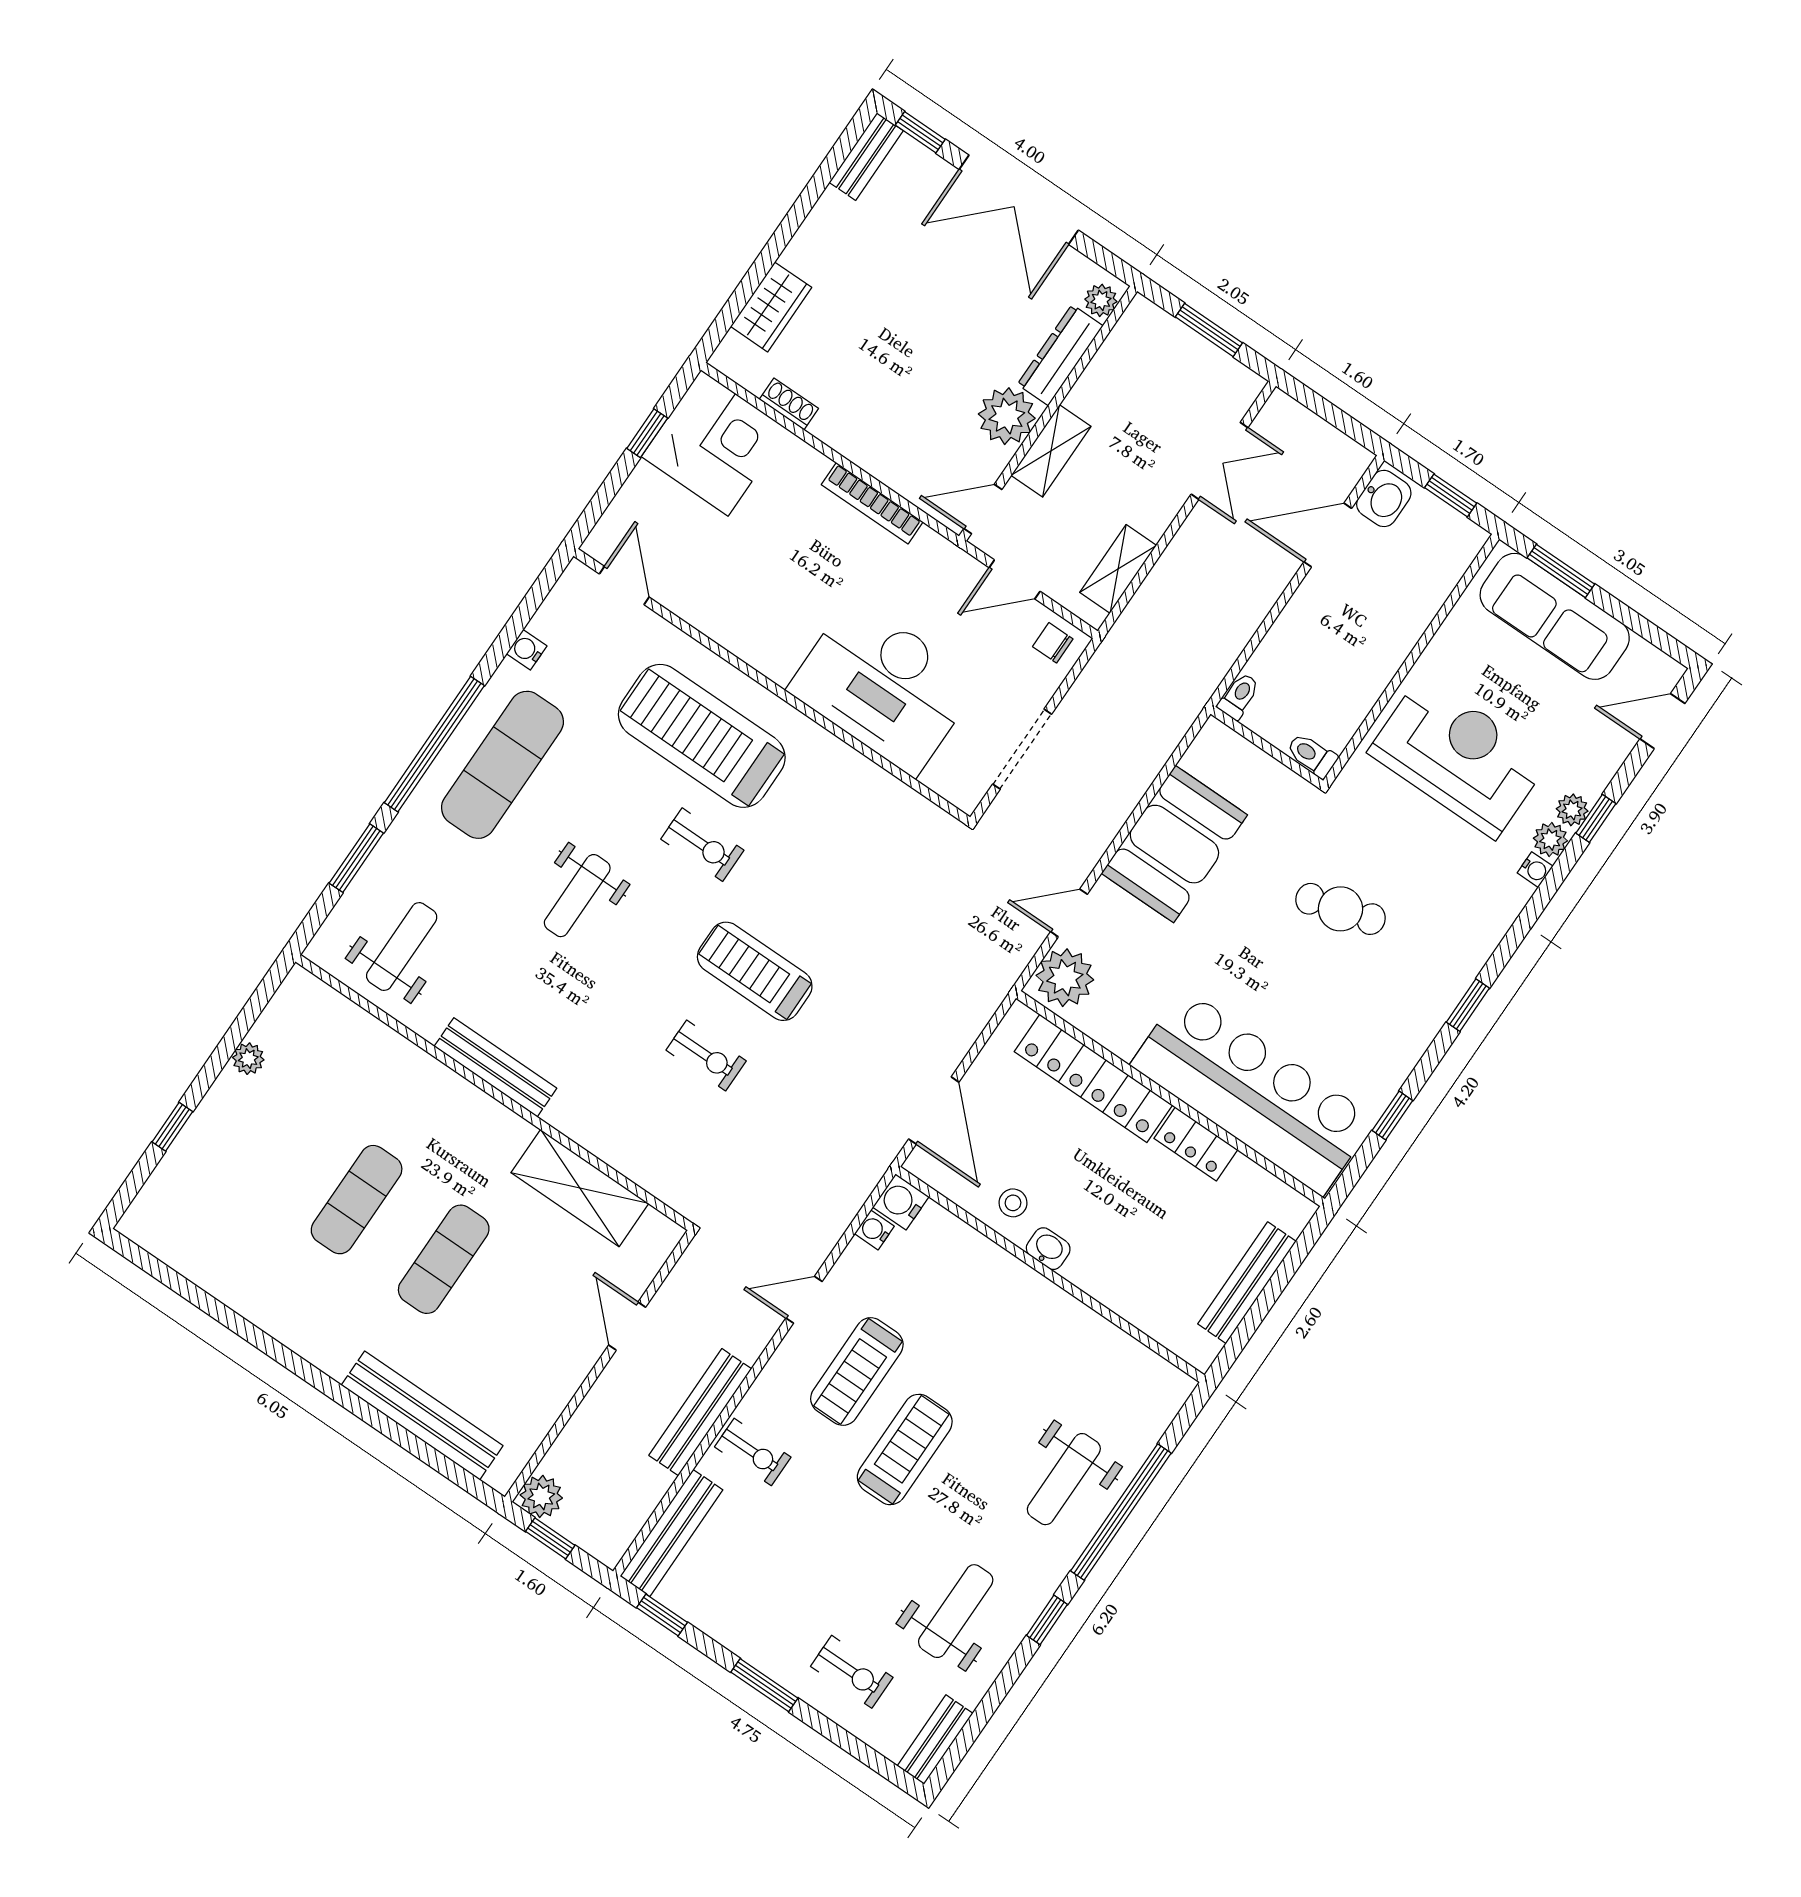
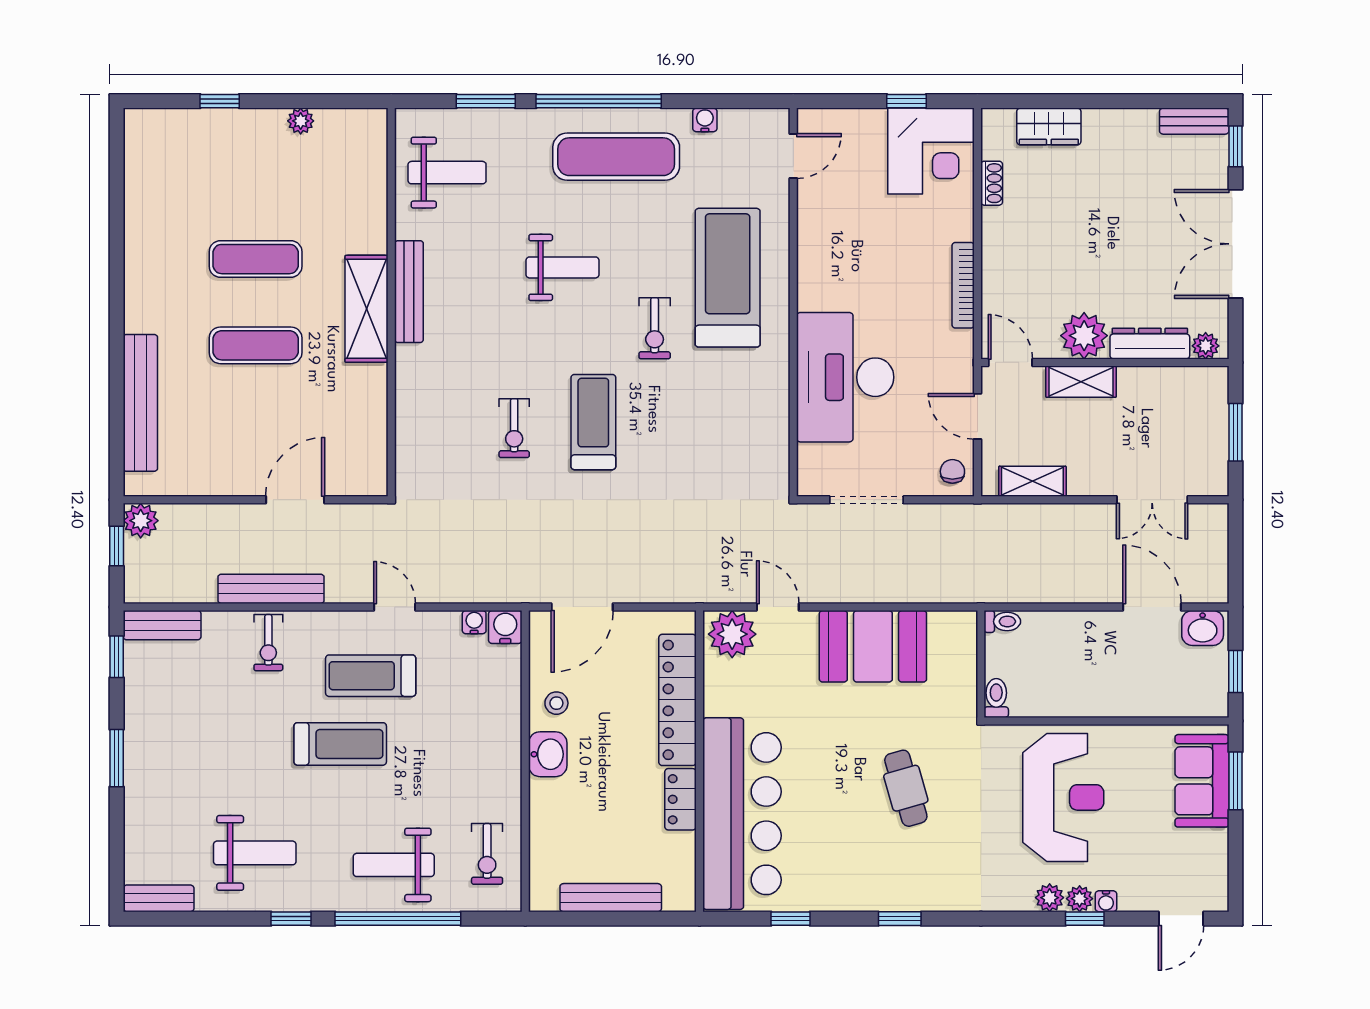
sofa: (1555, 616) -> (1202, 781), width x0.73
door: (1662, 721) -> (1181, 919), swing flipped
water cooler: (1535, 870) -> (1106, 901), moved
weight bench: (577, 896) -> (562, 267), turned 180
shelving: (580, 1188) -> (366, 309), moved
washbasin: (1048, 1249) -> (548, 754), width x1.38, depth x1.45
door: (627, 1326) -> (295, 500), width x1.38
bench: (671, 1533) -> (162, 625), width x0.73
exercise bike: (852, 1672) -> (487, 854), moved

